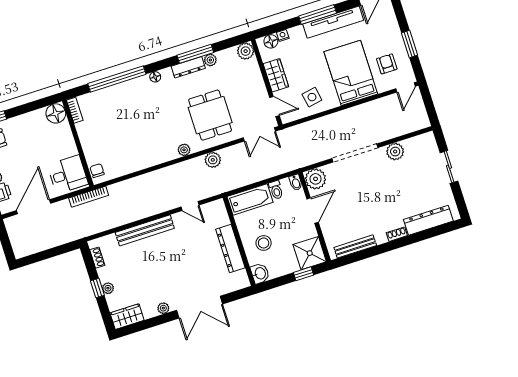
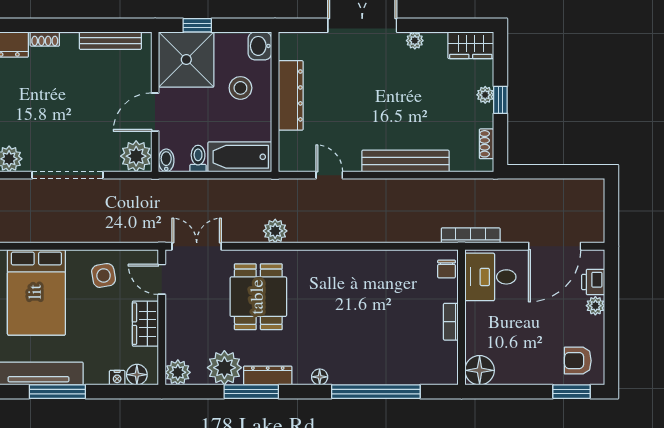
plant: (210, 60) -> (224, 368), width x1.88, depth x1.88
bookcase: (75, 110) -> (451, 322), moved
plant: (184, 150) -> (312, 259), removed
shower: (310, 253) -> (186, 60), width x1.37, depth x1.37

